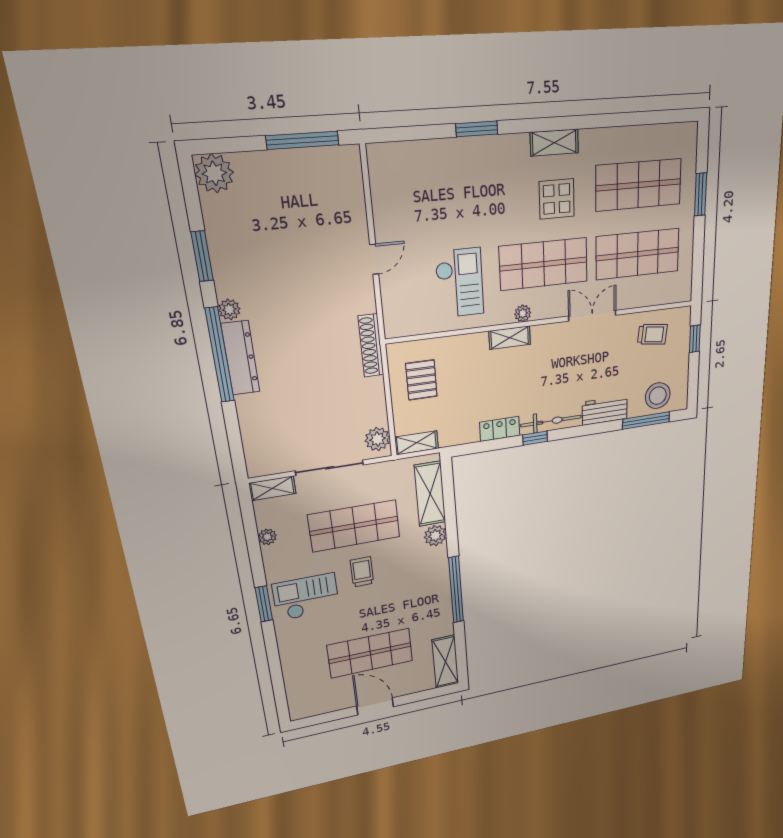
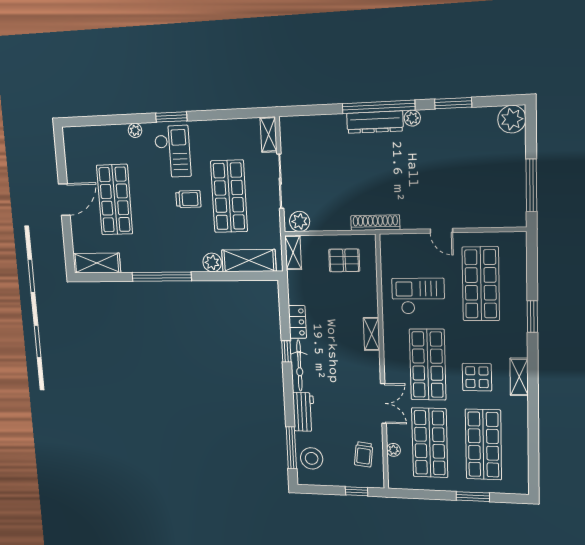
shop shelf: (439, 202) -> (481, 284), added
checkout: (460, 283) -> (418, 296), turned 180
plant: (523, 313) -> (393, 450), moved
plant: (267, 537) -> (135, 130), moved

